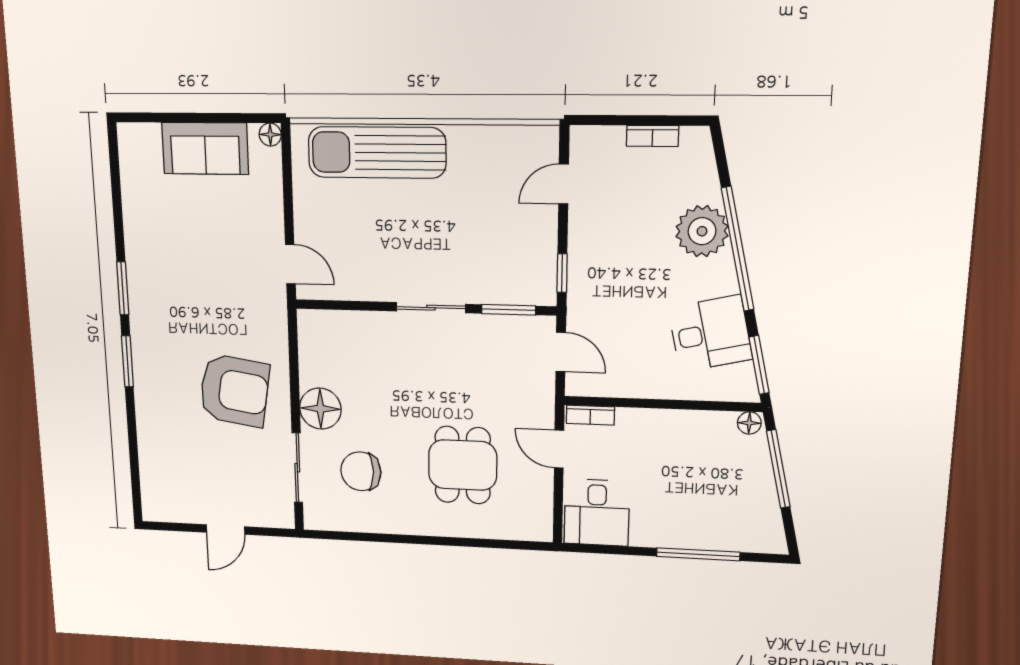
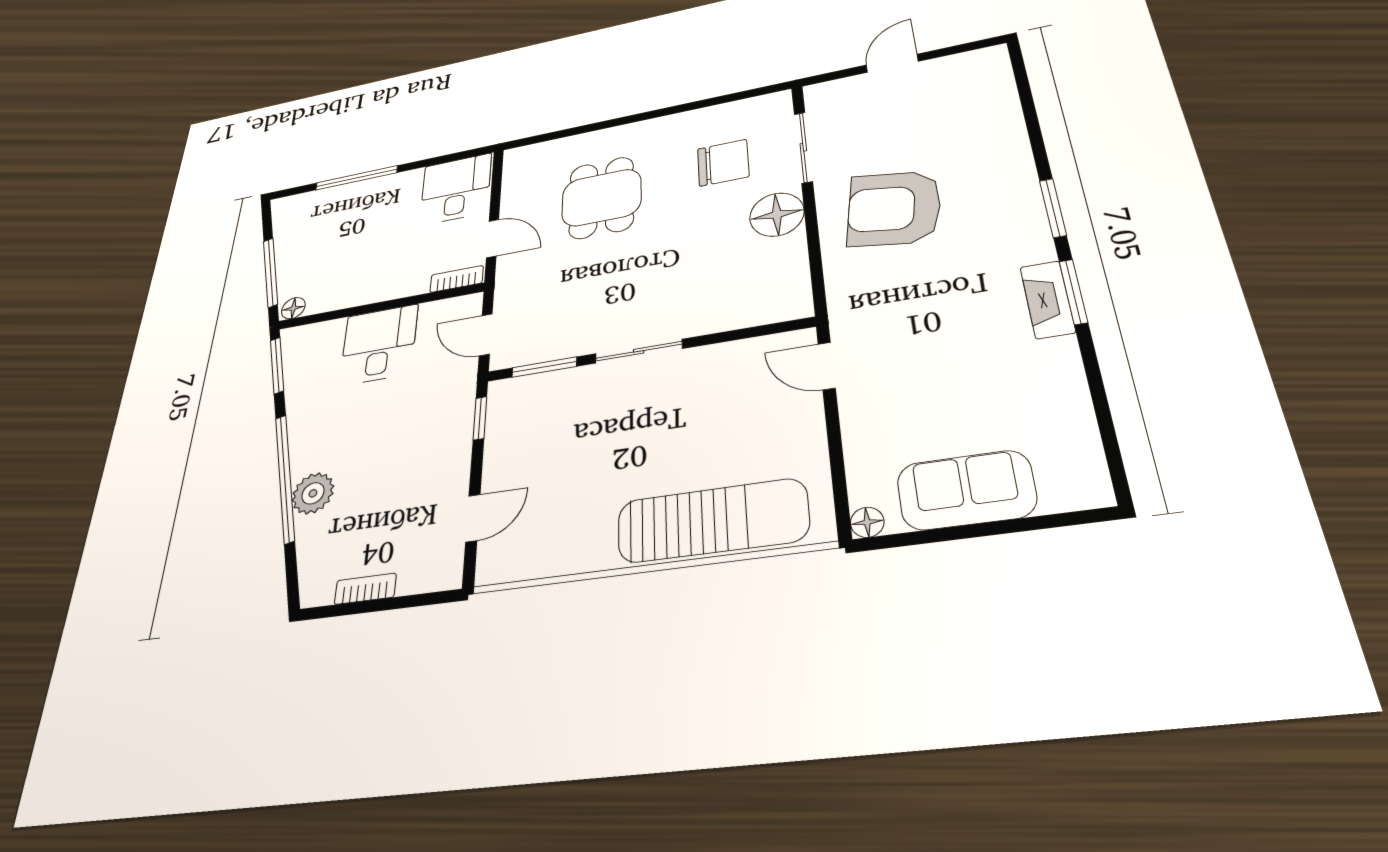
plant: (702, 231) -> (313, 493), width x0.73, depth x0.73
fireplace: (139, 286) -> (1048, 300), added
desk: (710, 334) -> (379, 345), moved, turned 103

